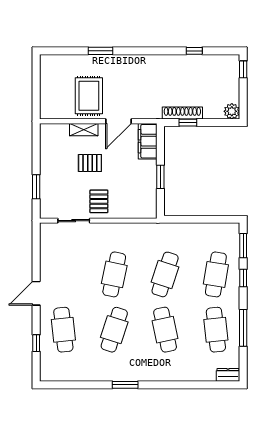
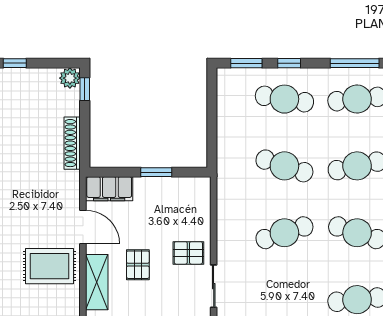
window: (188, 123) -> (85, 89), moved
shelving: (84, 130) -> (97, 282), width x1.50, depth x1.33
cafe table: (114, 274) -> (284, 233), turned -30

